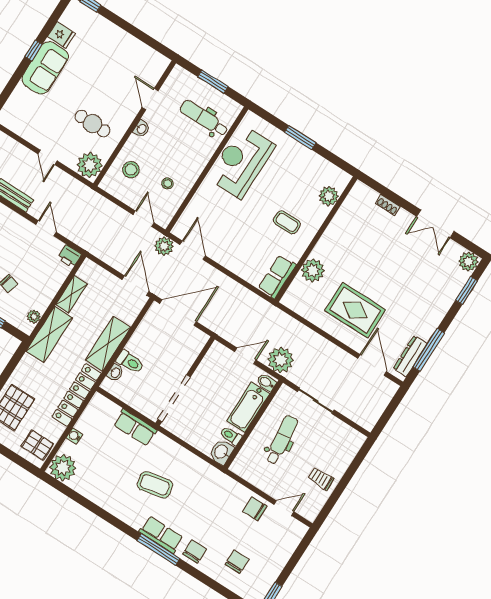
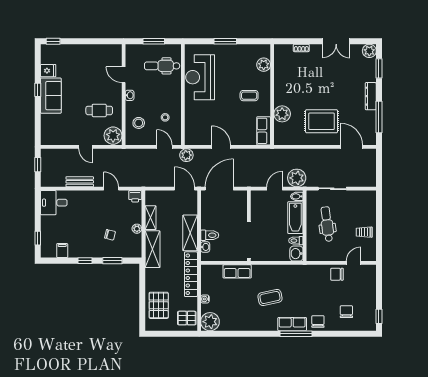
door: (193, 250) -> (221, 147), moved
plant: (34, 317) -> (137, 229), moved
dresser: (410, 356) -> (371, 96), moved

